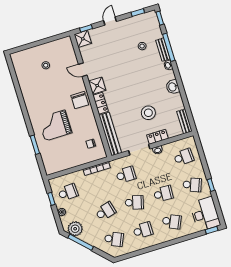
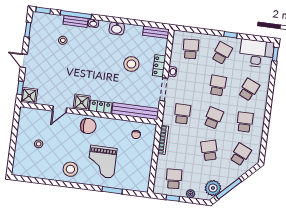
stool: (37, 102) -> (70, 169), added

